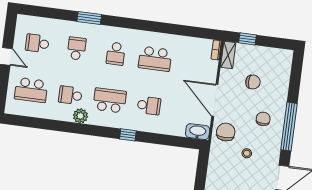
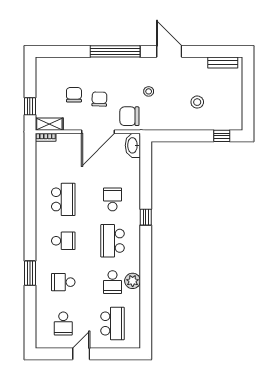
plant: (80, 116) -> (133, 281), moved
chair: (263, 119) -> (99, 99), moved, turned 92

